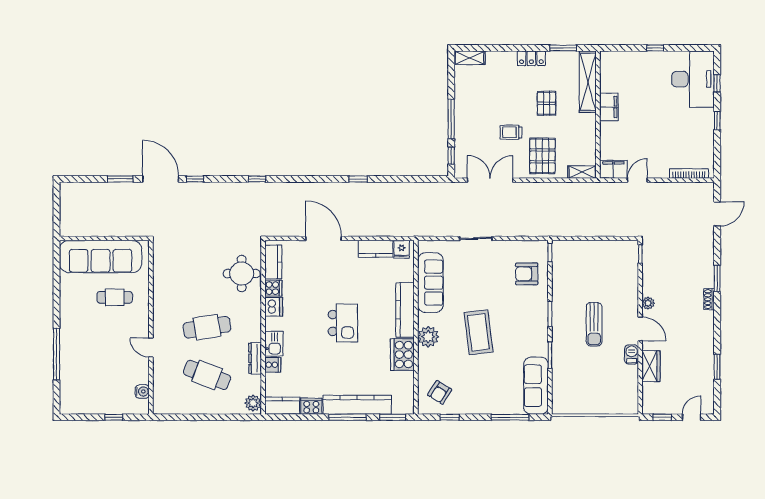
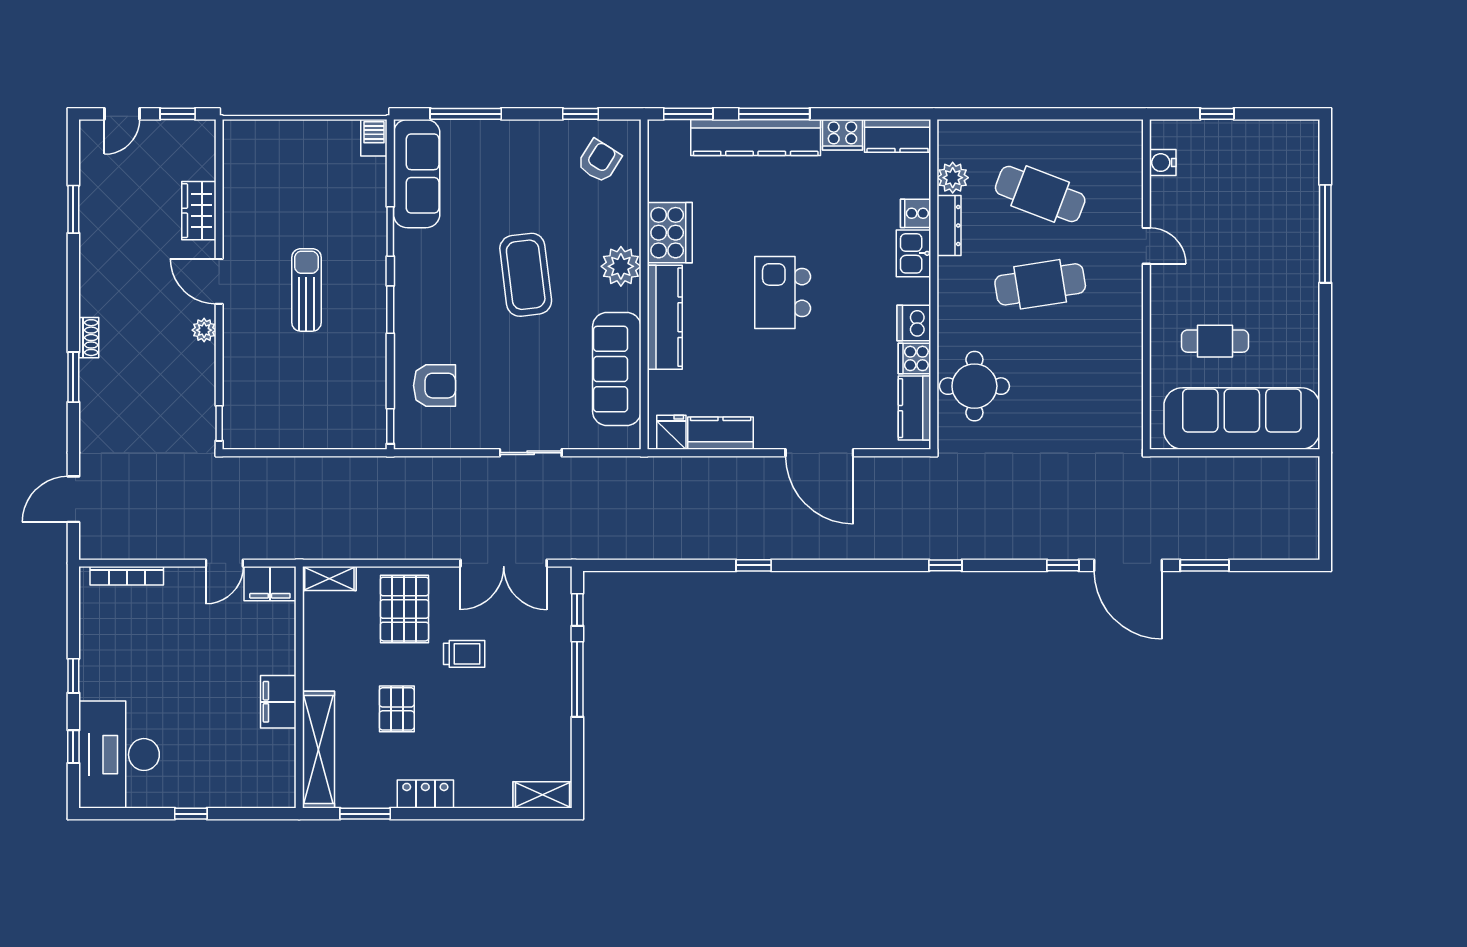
barbecue: (632, 354) -> (374, 138), moved, turned 180
plant: (253, 403) -> (953, 178), moved

